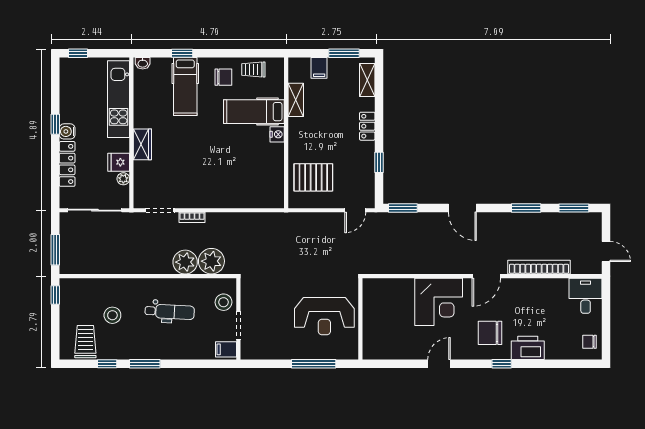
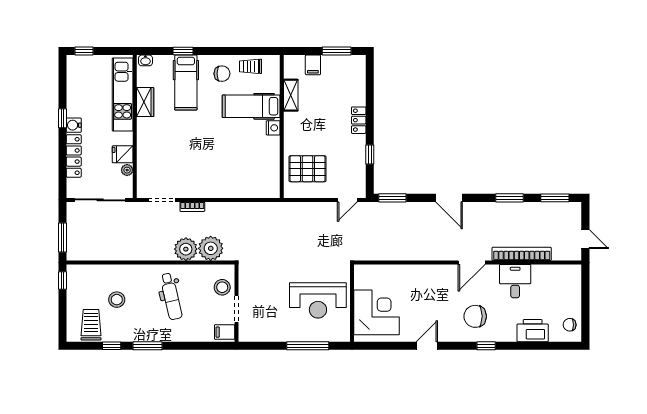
shelving: (367, 80) -> (359, 76), removed
wardrobe: (142, 144) -> (145, 102), moved
desk: (586, 296) -> (515, 281), moved
corner desk: (439, 302) -> (376, 312), moved, turned -90
dental chair: (170, 312) -> (171, 296), turned 74
printer: (528, 348) -> (533, 331), moved

